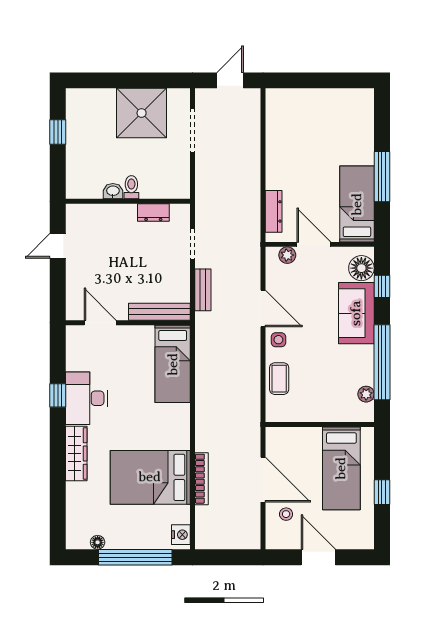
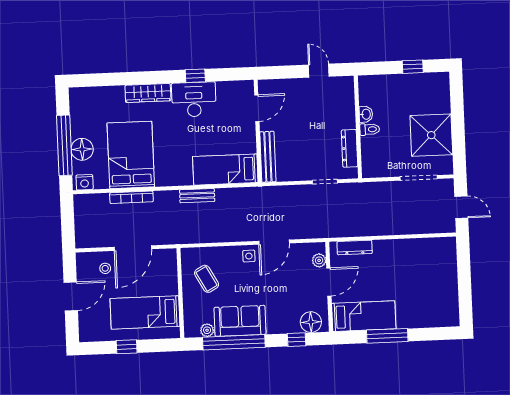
dresser: (153, 213) -> (350, 148), width x1.44
bench: (203, 290) -> (197, 196), moved
sofa: (356, 313) -> (240, 321), moved
coffee table: (279, 379) -> (207, 279), moved, turned 61
floor lamp: (98, 542) -> (82, 149), moved, width x1.89, depth x1.89

